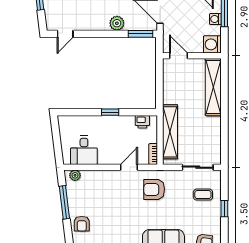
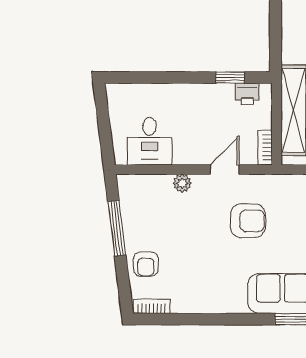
window: (110, 112) -> (230, 78), moved
plant: (75, 175) -> (182, 183), moved
armchair: (154, 189) -> (248, 221), moved, turned 180

